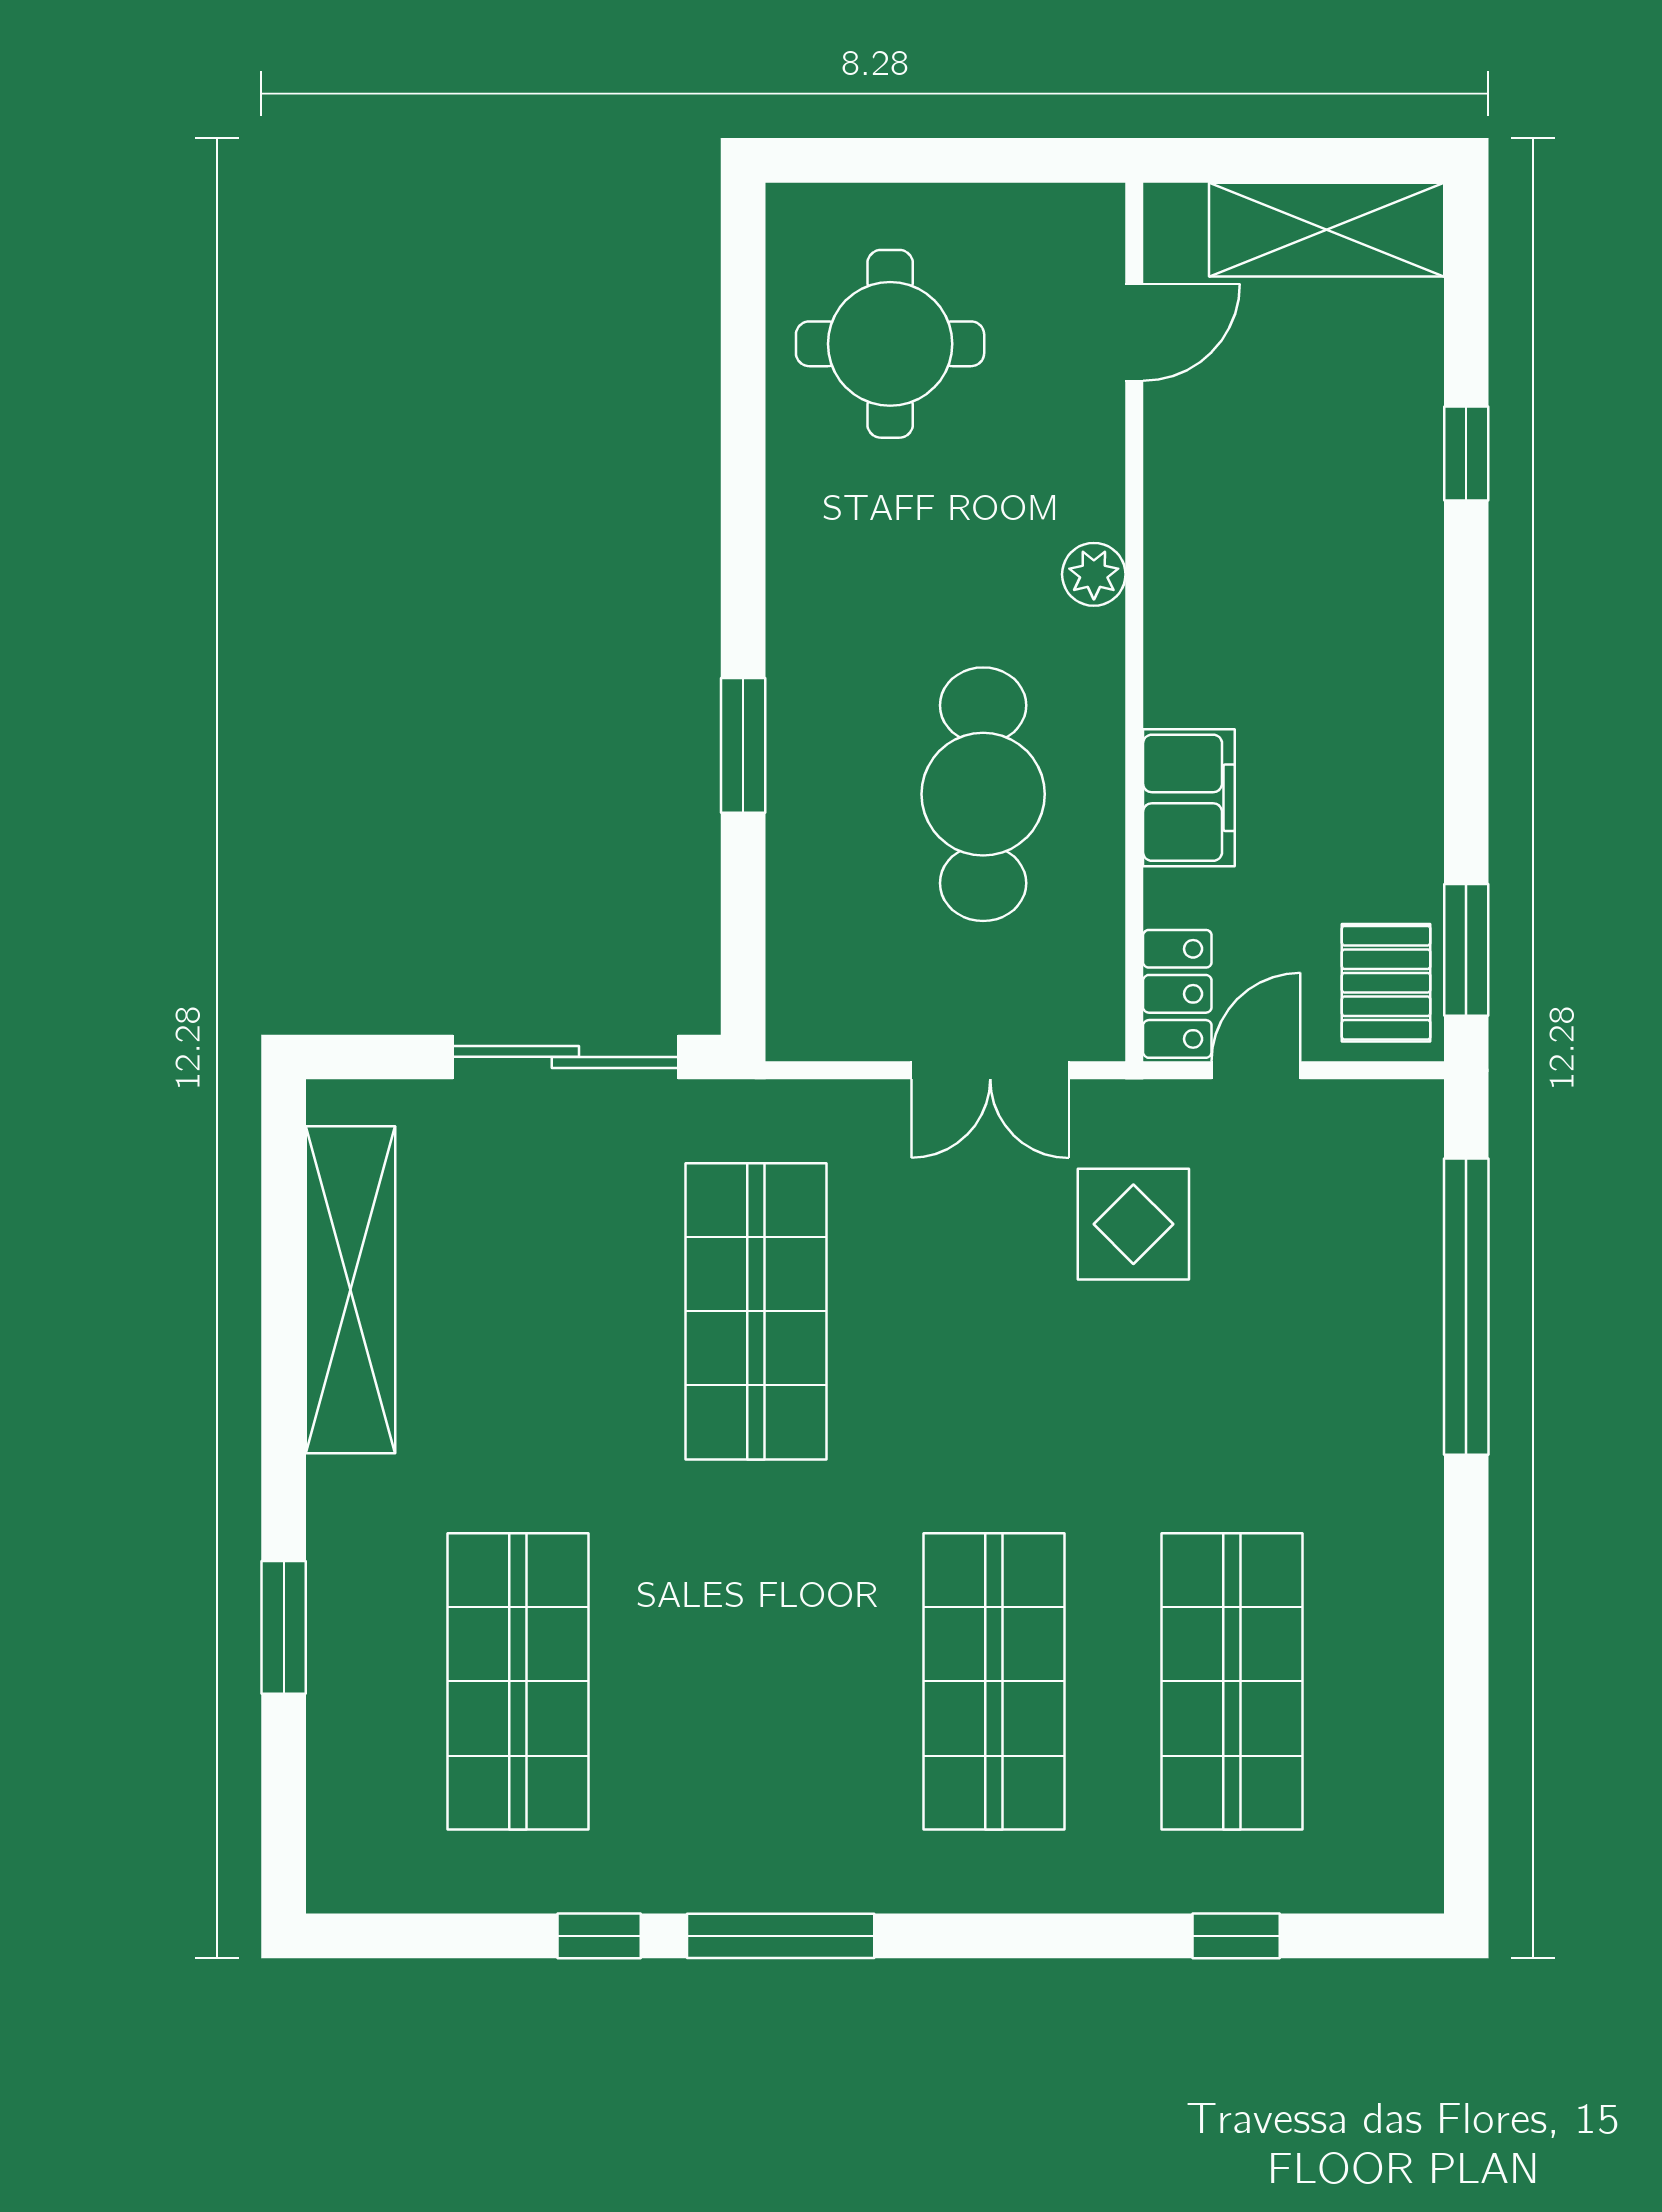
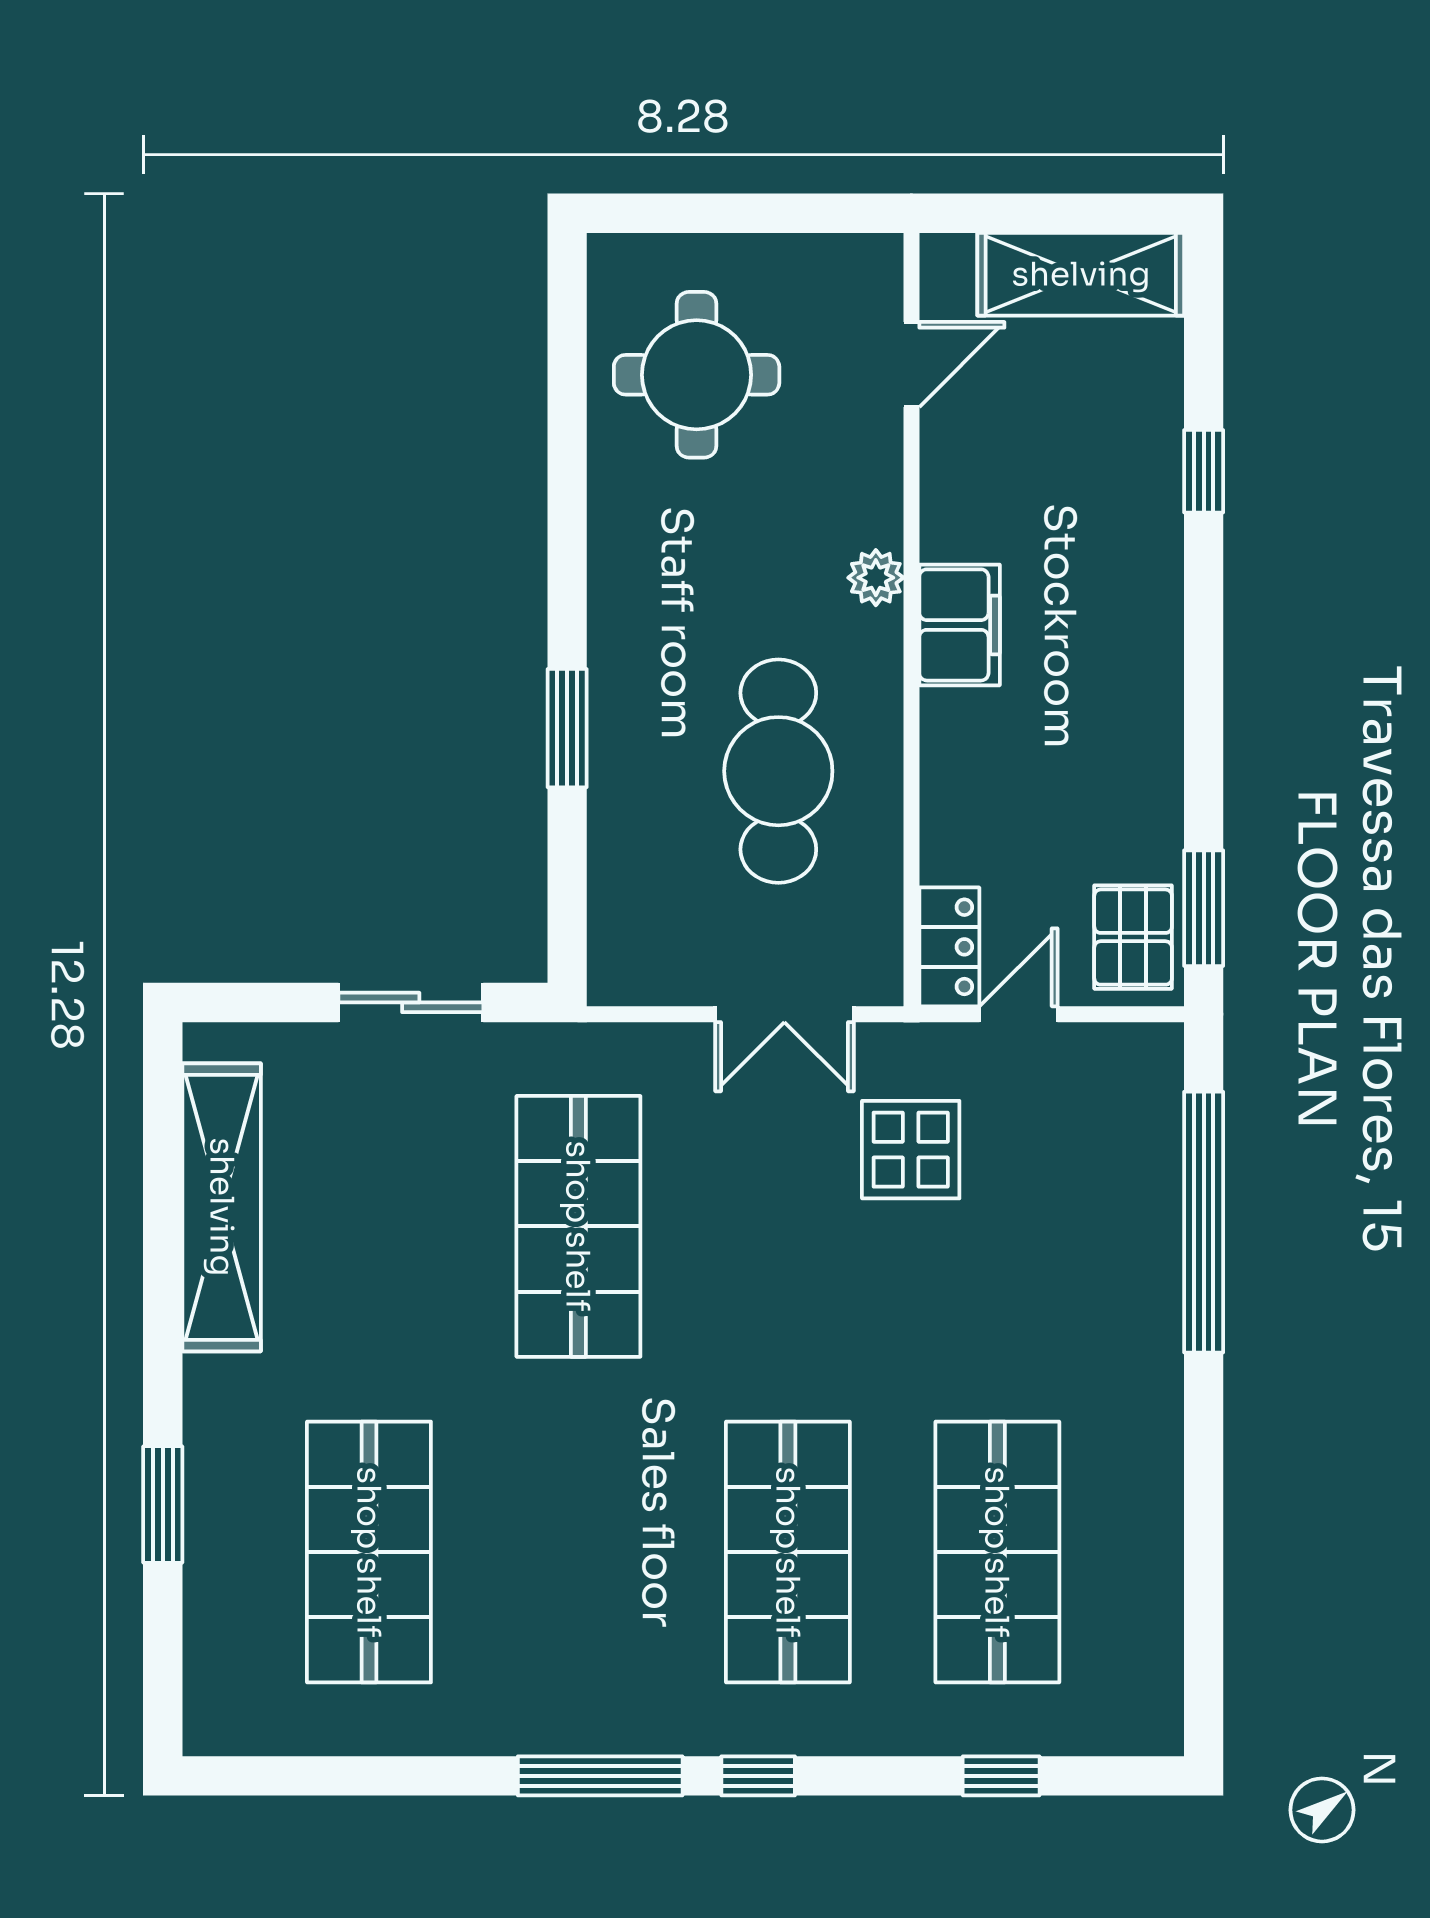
filing cabinet: (1189, 798) -> (960, 625), moved
sliding door: (565, 1057) -> (411, 1002), width x0.73
window: (599, 1936) -> (758, 1776), moved

